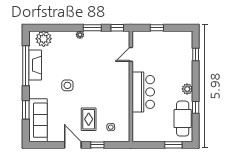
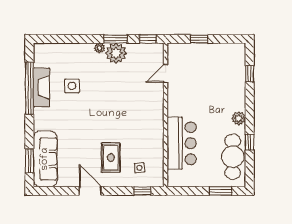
plant: (44, 39) -> (116, 53), moved
side table: (67, 85) -> (72, 86), moved
bar counter: (143, 92) -> (182, 143), moved
window: (26, 110) -> (29, 161), moved
window: (97, 145) -> (142, 191), moved

